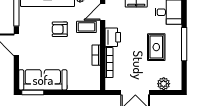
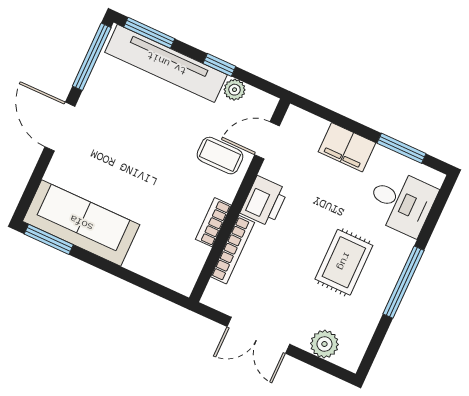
armchair: (60, 29) -> (163, 135), removed

